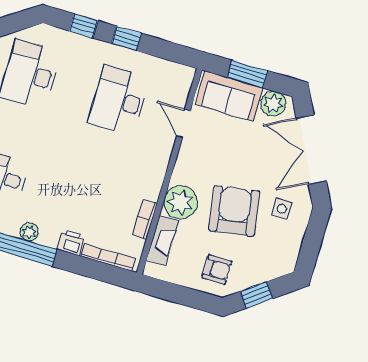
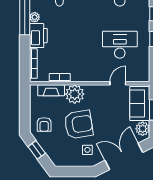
printer: (71, 242) -> (38, 36), width x1.87, depth x1.48

